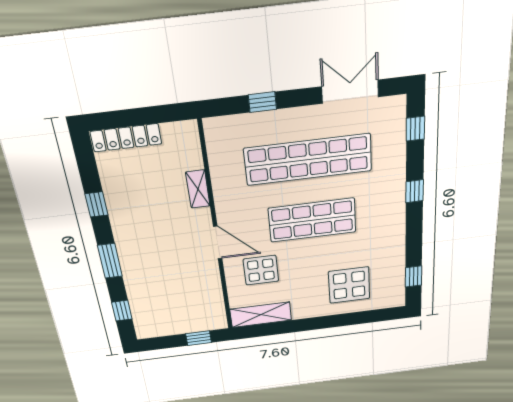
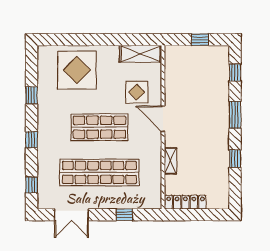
locker: (126, 138) -> (185, 202), moved
window: (414, 276) -> (32, 95), moved
display table: (349, 285) -> (77, 70), width x1.36, depth x1.36
window: (199, 338) -> (200, 40), moved

